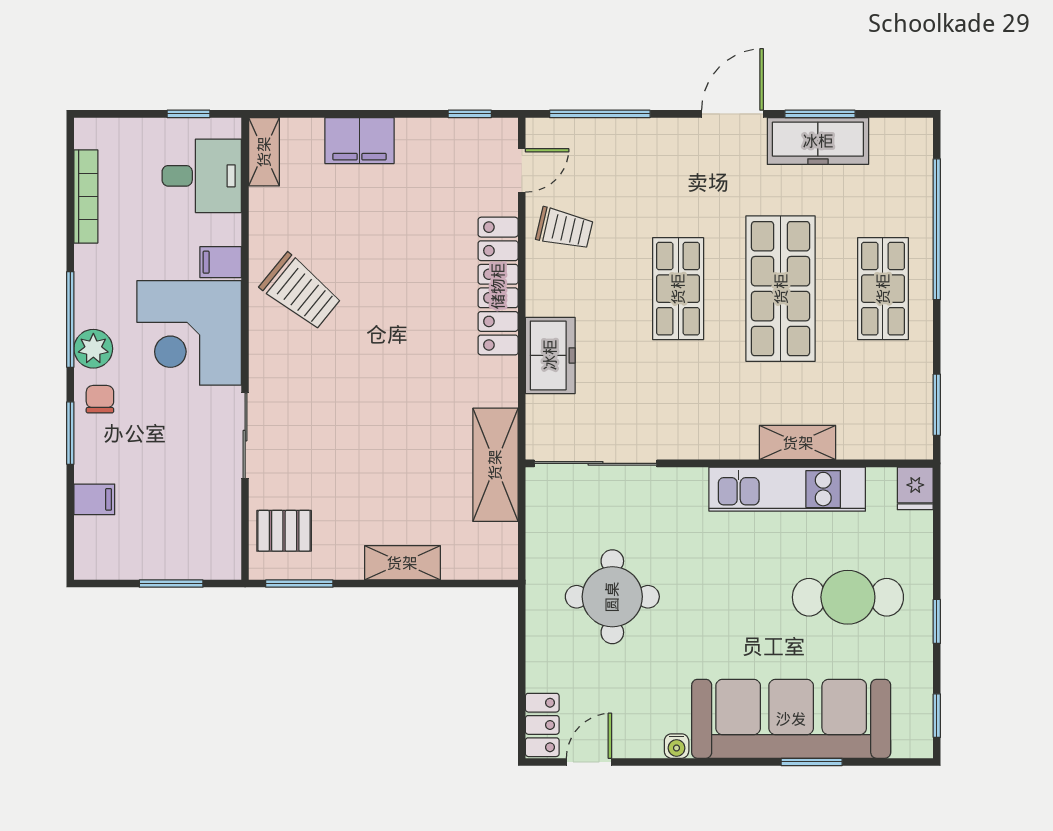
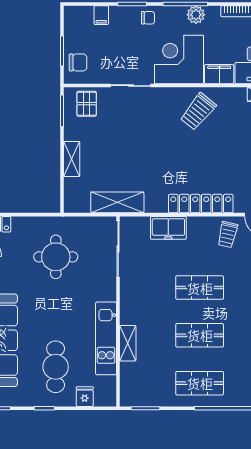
filing cabinet: (221, 262) -> (219, 74), width x2.00
shop shelf: (781, 289) -> (200, 335), width x0.70, depth x0.74
plant: (93, 349) -> (196, 15), moved
fridge: (915, 488) -> (85, 397), moved, turned 90
chair: (196, 549) -> (78, 62), added

